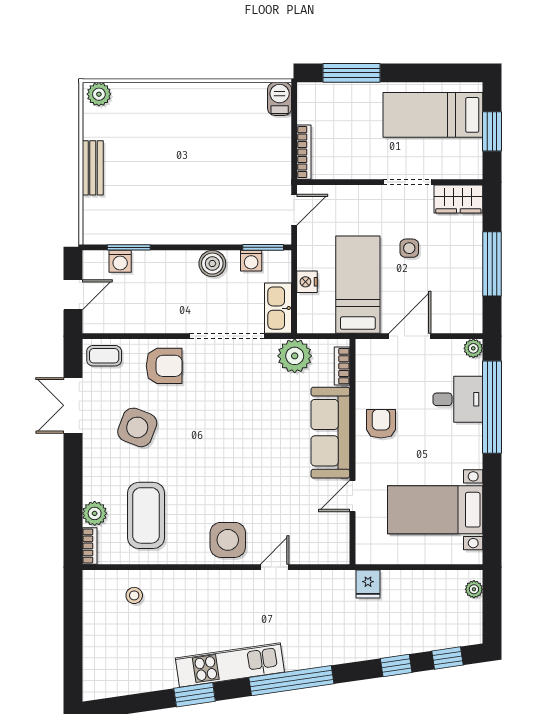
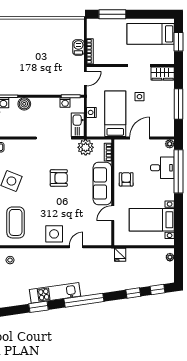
barbecue: (280, 99) -> (78, 48), moved
boiler: (212, 264) -> (24, 104), moved
armchair: (164, 366) -> (59, 178), moved

